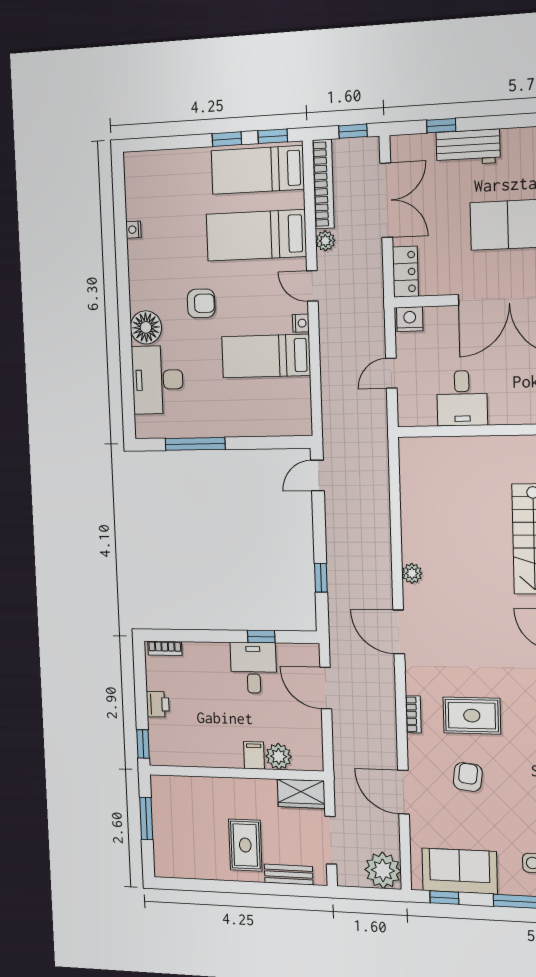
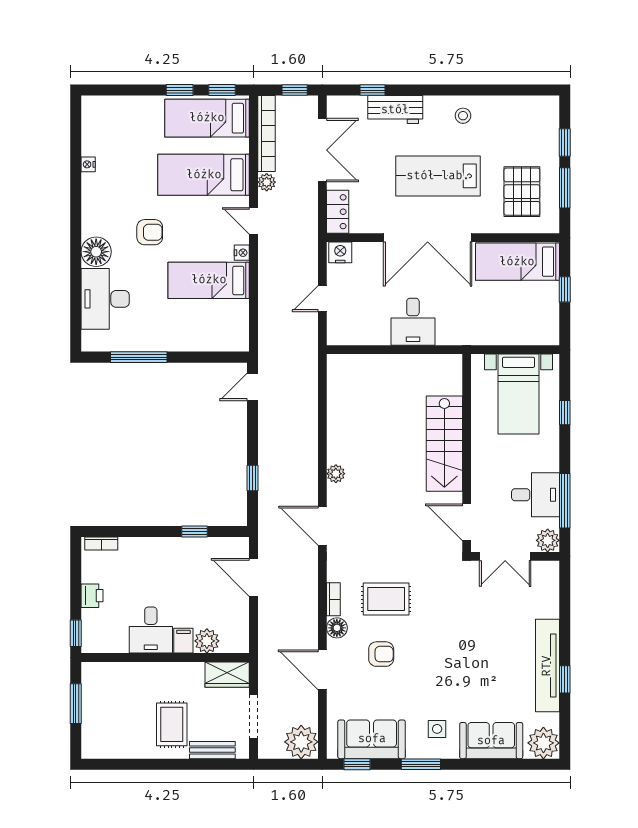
desk: (462, 398) -> (413, 322), moved
desk: (253, 668) -> (151, 630), moved, turned 180
floor lamp: (418, 746) -> (337, 628), added
armchair: (468, 777) -> (381, 654), turned 83

